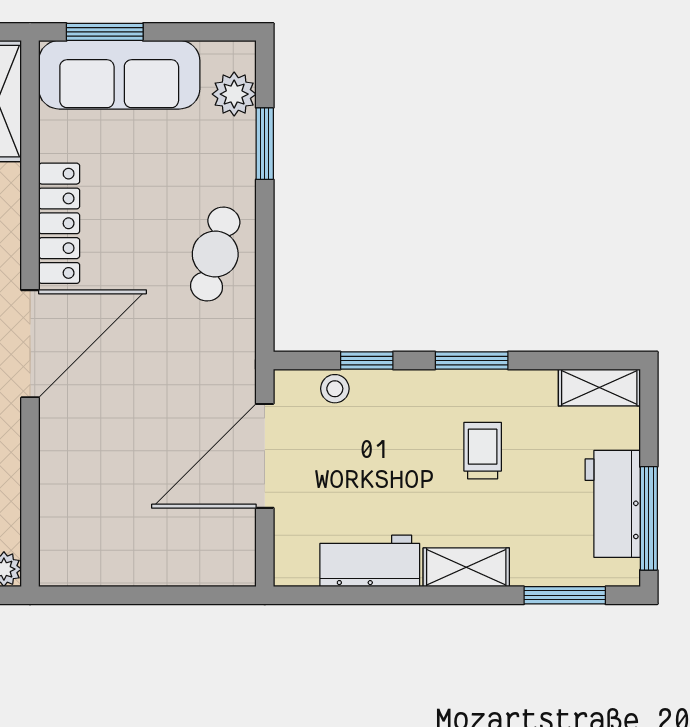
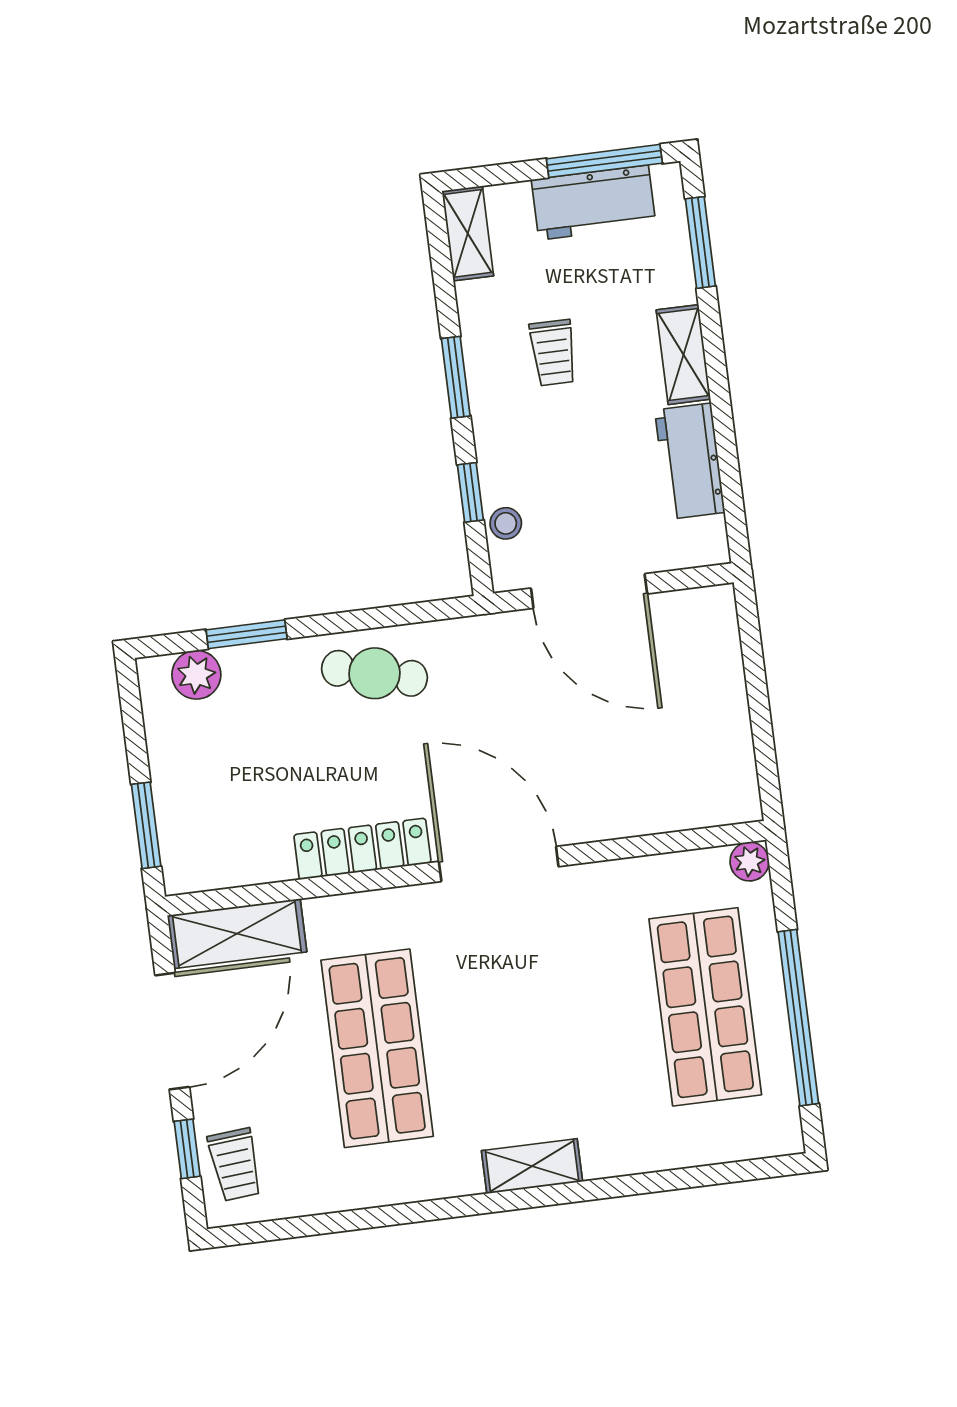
sofa: (119, 75) -> (191, 804), removed
trolley: (483, 451) -> (553, 353), turned -90

